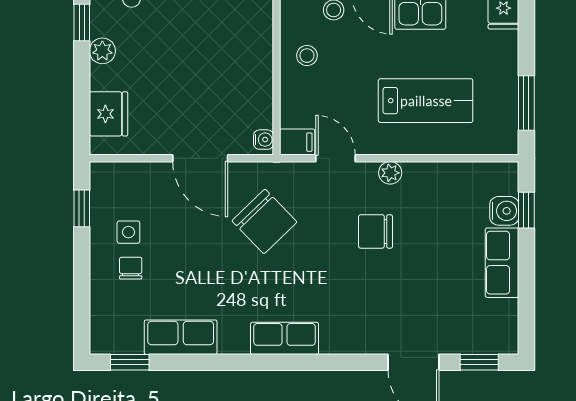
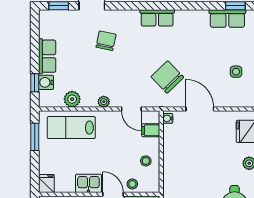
lab bench: (426, 101) -> (71, 128), moved
filing cabinet: (297, 142) -> (151, 130), moved
plant: (453, 178) -> (72, 99), added
chair: (375, 231) -> (106, 41), moved, turned -78
chair: (131, 268) -> (235, 53), removed
row of seats: (181, 337) -> (227, 19), moved

